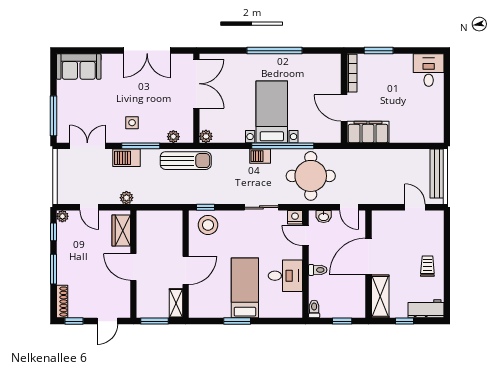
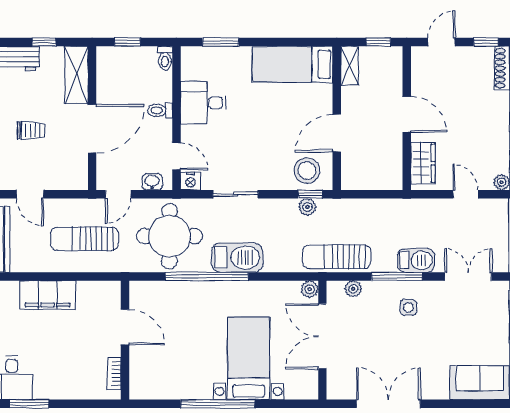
window: (379, 51) -> (29, 404), moved
bookcase: (352, 73) -> (114, 374), width x0.64
double door: (196, 84) -> (322, 336), moved
bed with nightstands: (272, 112) -> (249, 358), moved, turned 180
filing cabinet: (368, 132) -> (48, 295), moved
double door: (87, 146) -> (468, 276), swing flipped
barbecue: (260, 156) -> (237, 258), width x1.88, depth x1.53
sun lounger: (374, 174) -> (84, 239), added
plant: (126, 198) -> (307, 207), moved
door: (349, 207) -> (118, 194), swing flipped
trolley: (427, 266) -> (31, 130), moved, turned -90
door: (186, 270) -> (337, 133), moved
bed: (245, 288) -> (292, 64), moved, turned 90
window: (155, 321) -> (378, 42), width x0.67
window: (237, 321) -> (221, 42), moved

